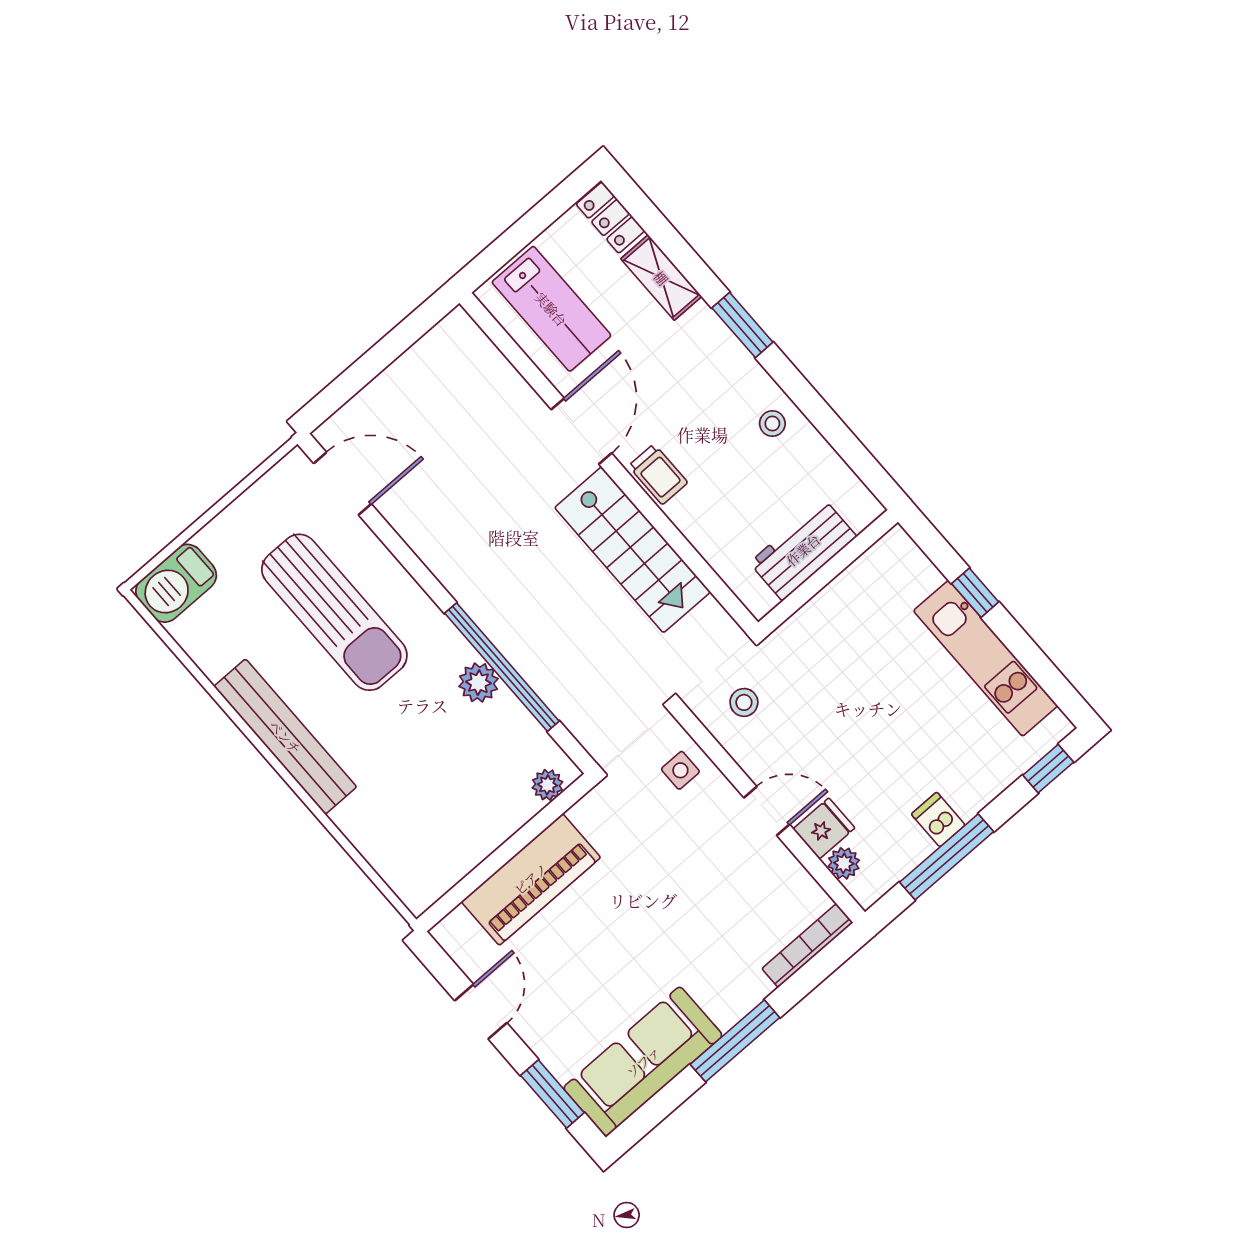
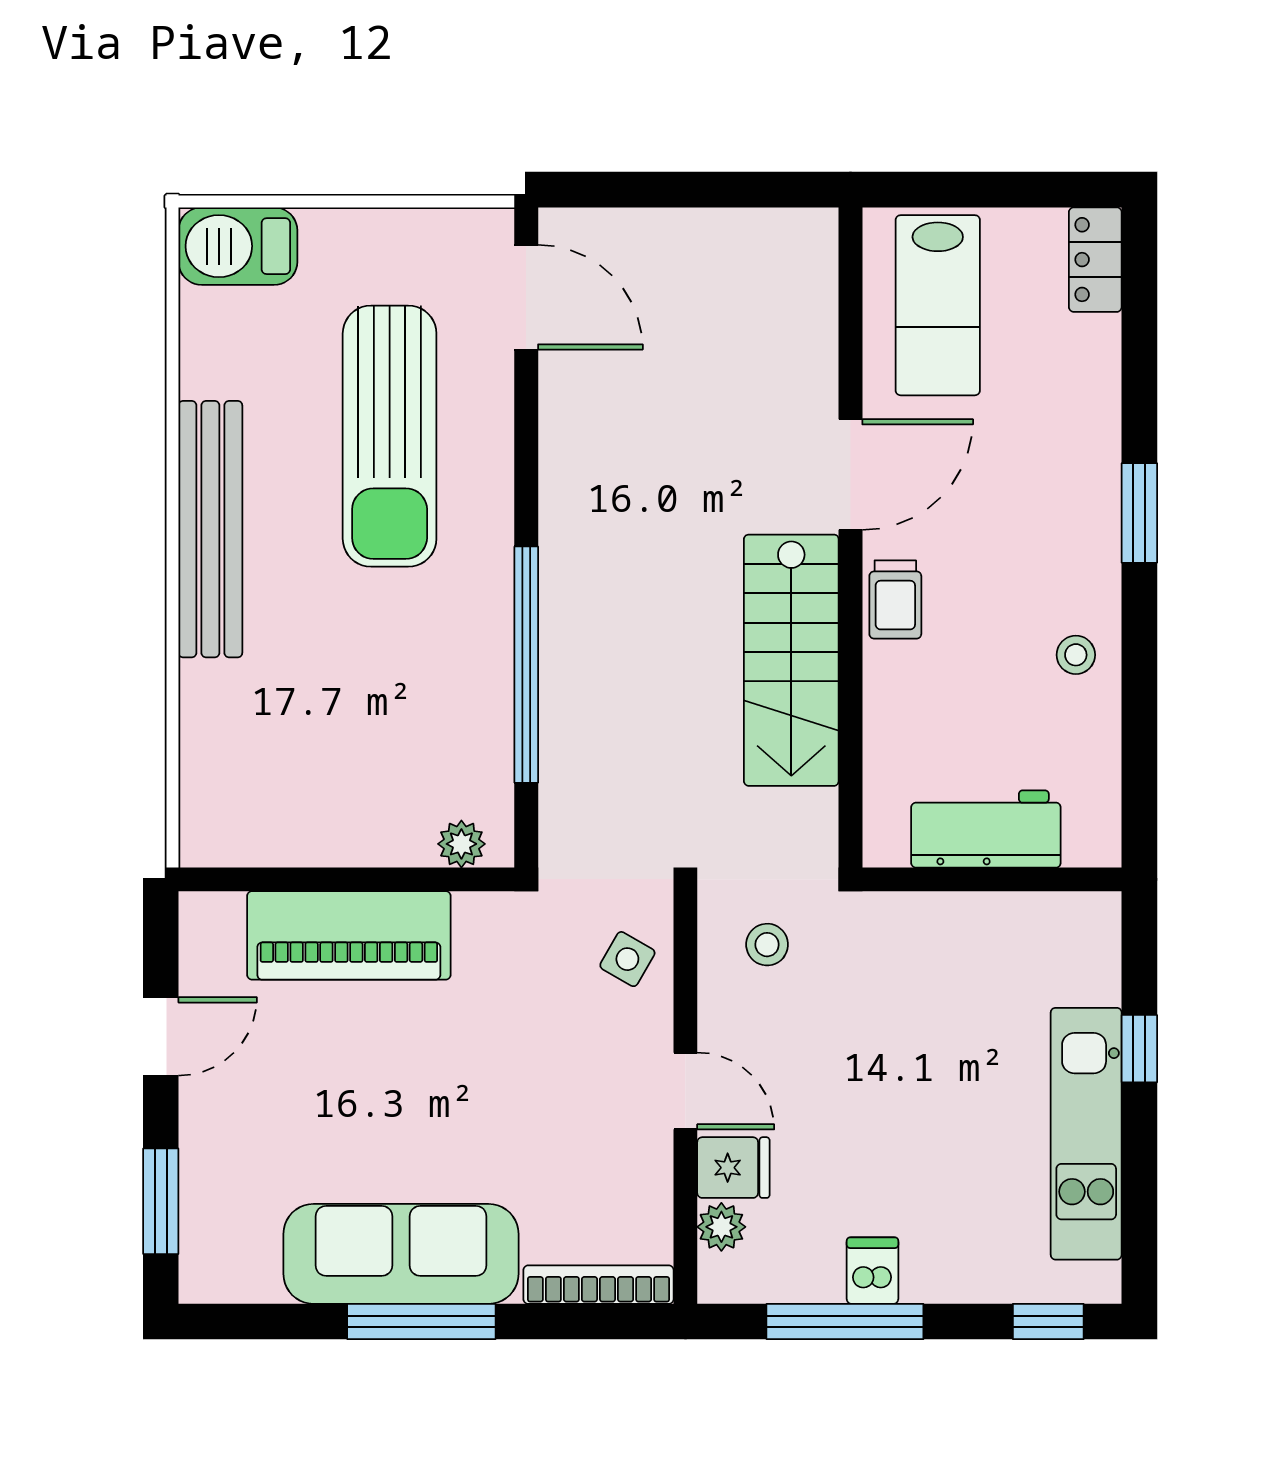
shelving: (661, 278) -> (1094, 378), removed
plant: (479, 683) -> (484, 659), removed
side table: (680, 770) -> (627, 959), turned 30
sofa: (643, 1062) -> (401, 1254), moved

